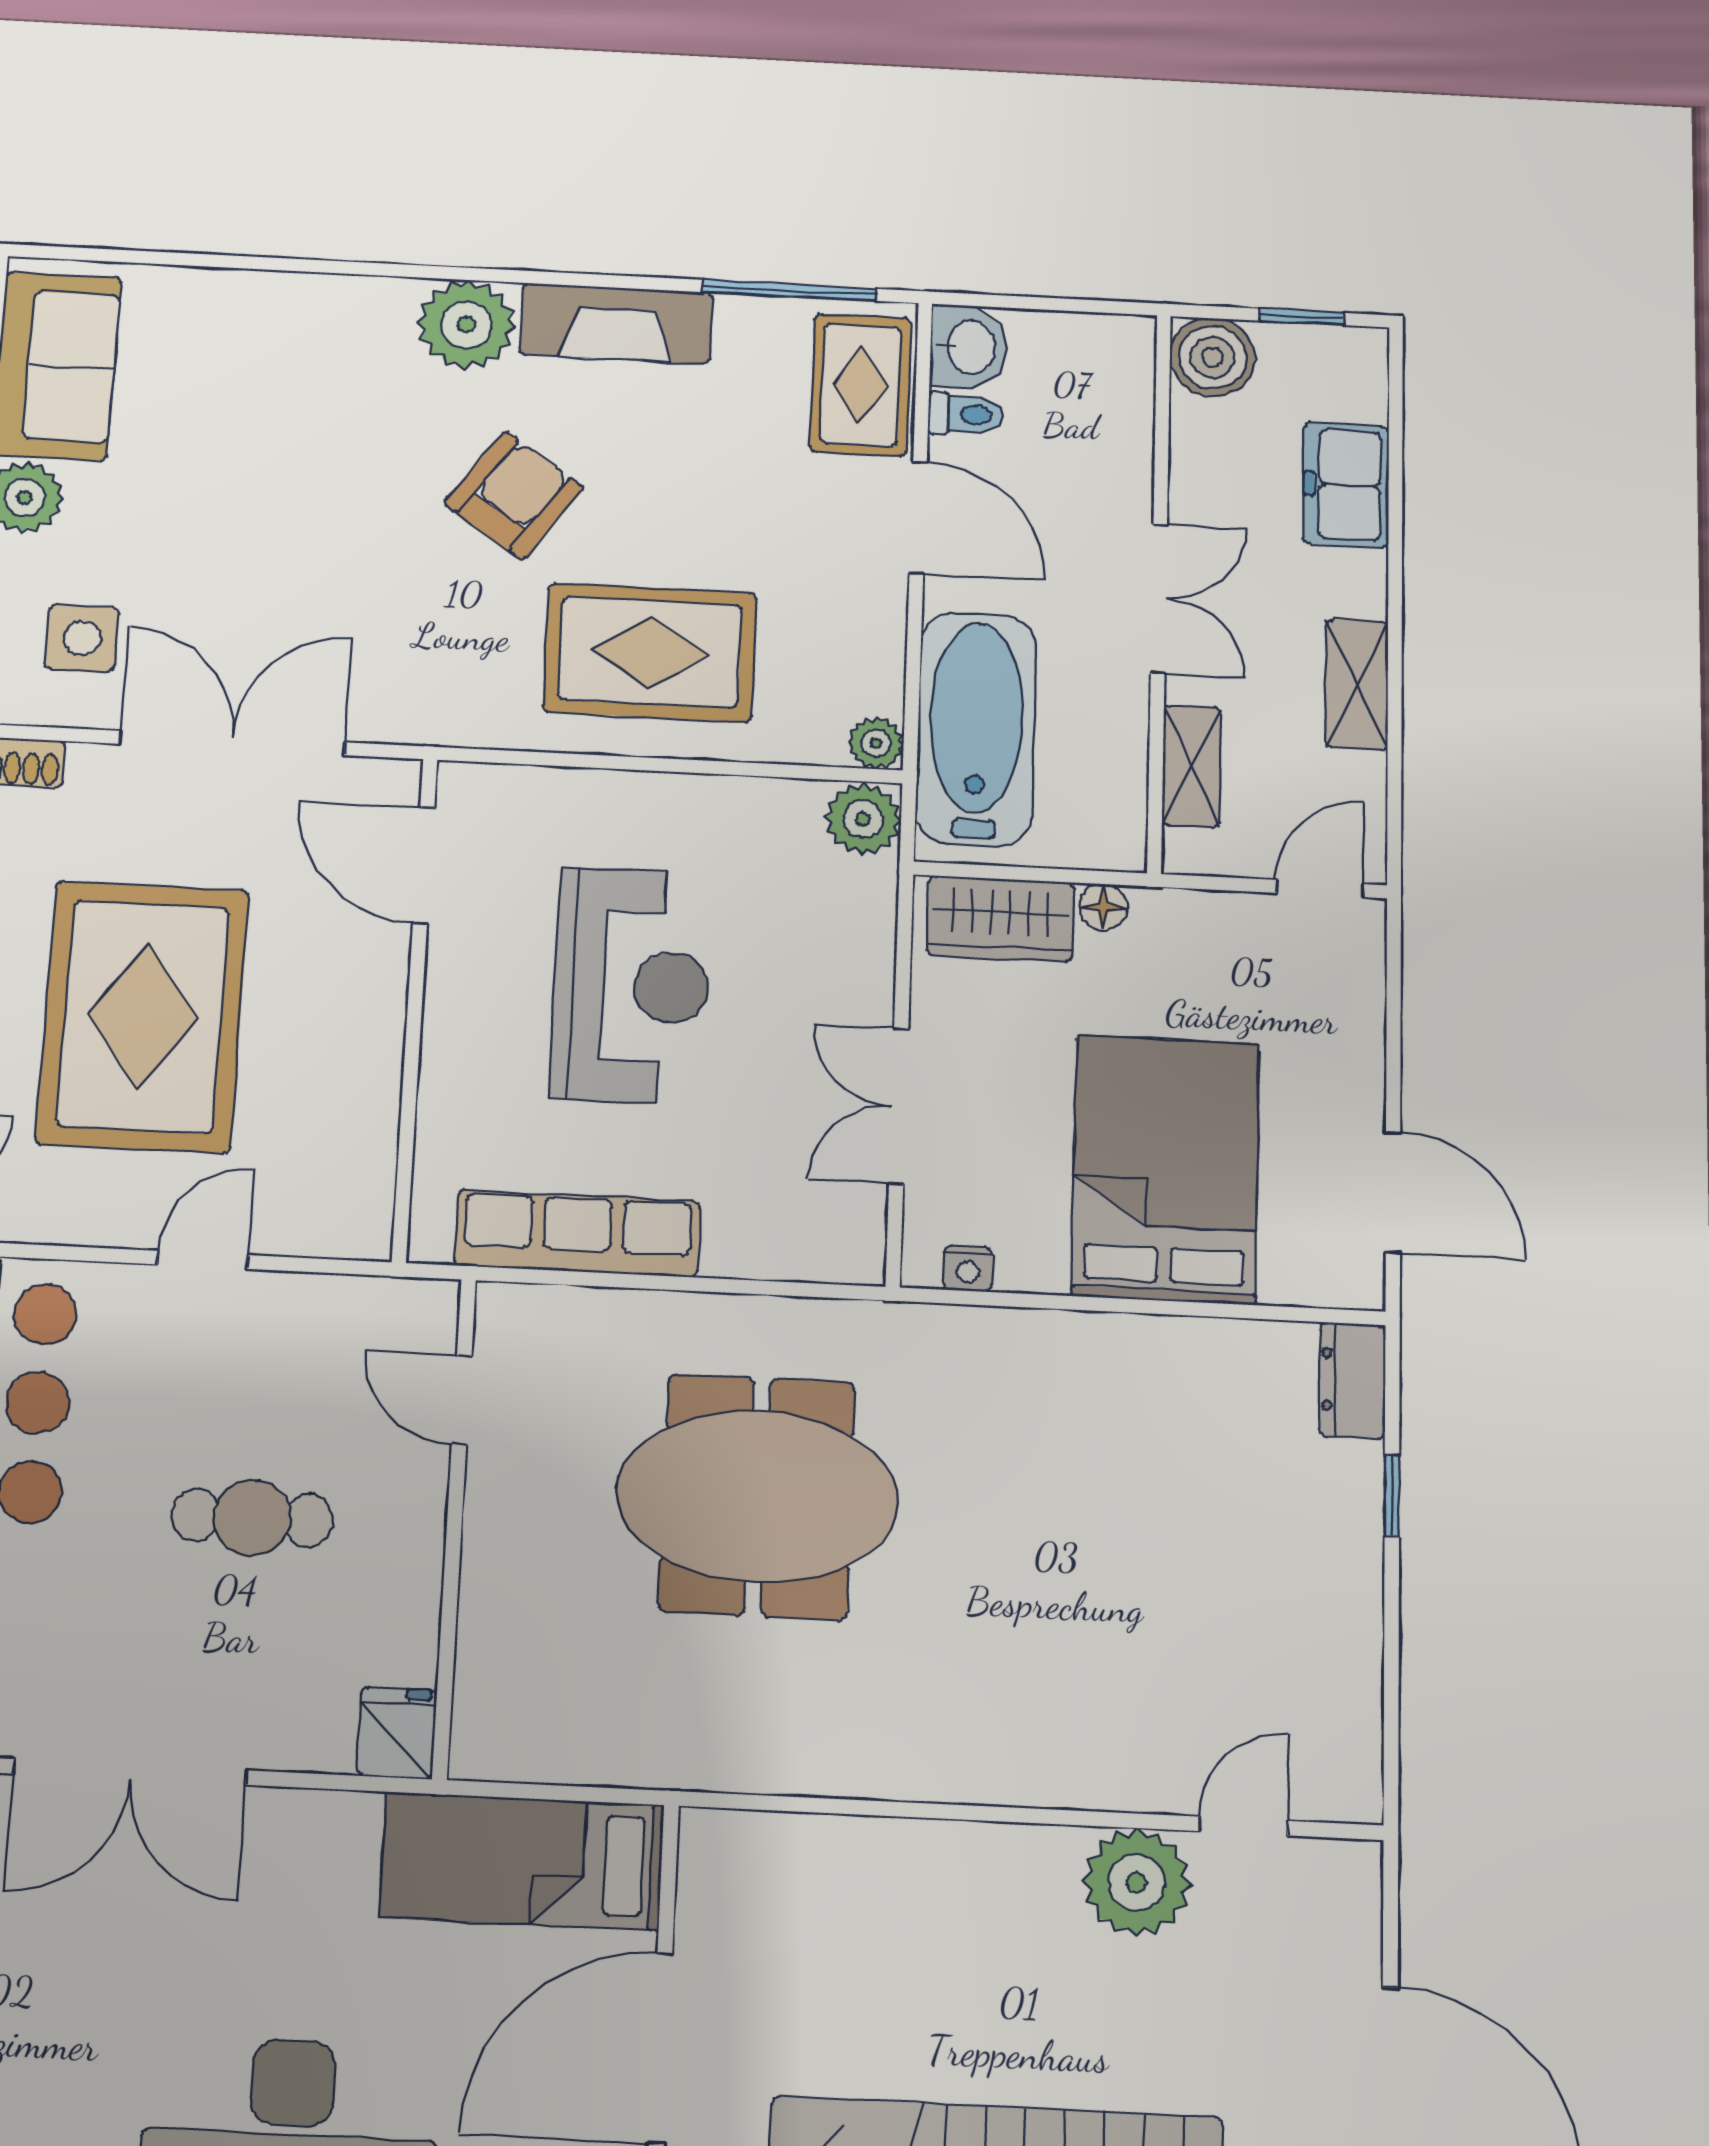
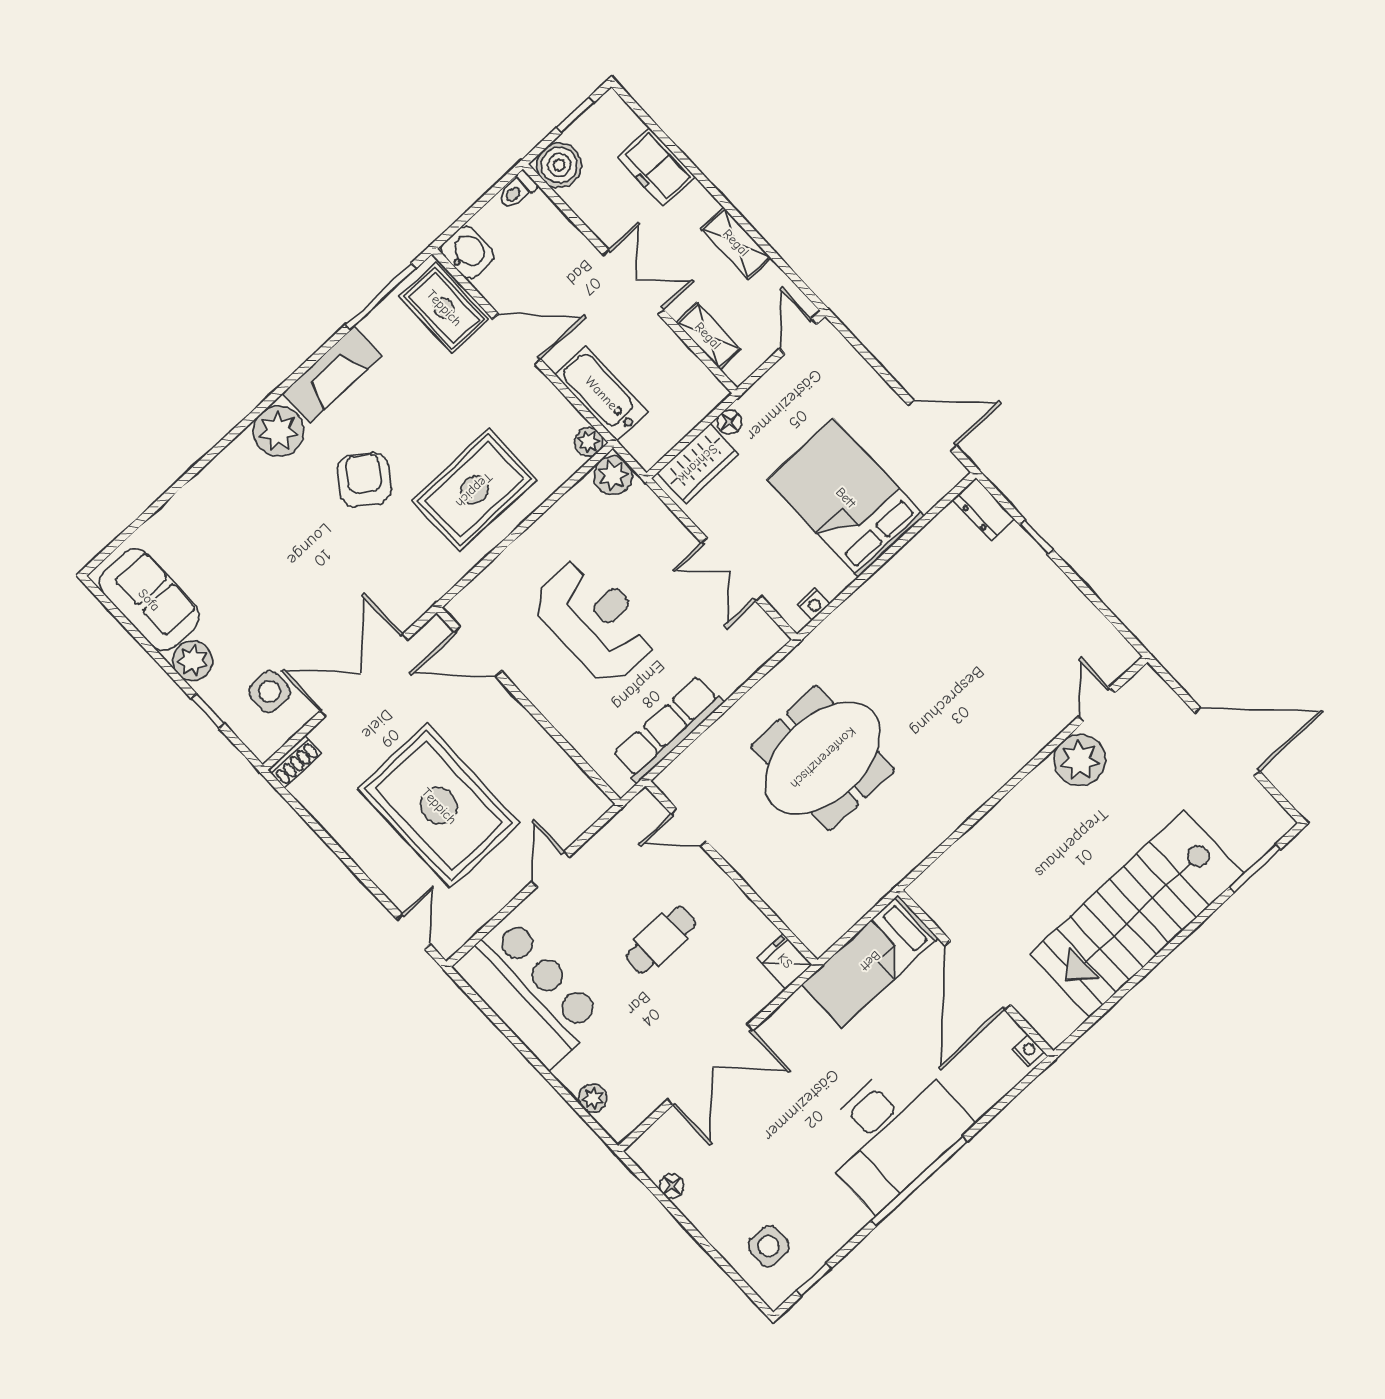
toilet: (966, 414) -> (517, 190), moved, turned 180
bathtub: (976, 729) -> (601, 393), width x0.73, depth x0.73

